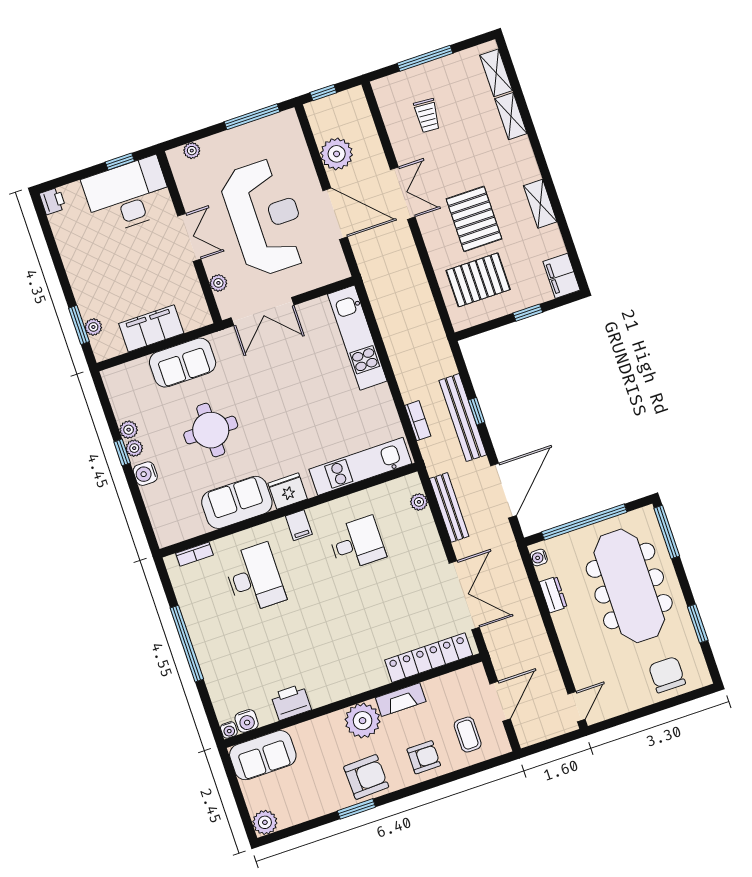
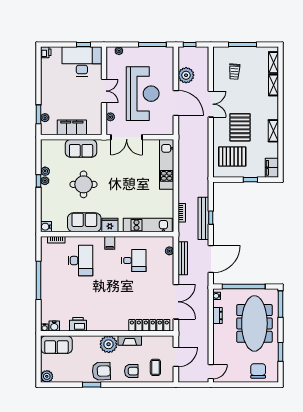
water cooler: (145, 474) -> (46, 227), moved

